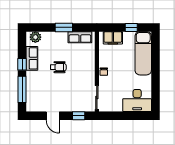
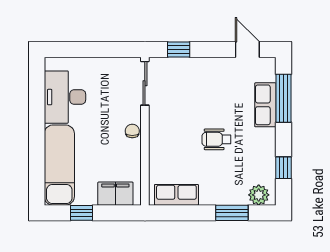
window: (64, 27) -> (232, 213), moved
row of seats: (32, 58) -> (265, 105), moved
window: (22, 64) -> (284, 168), moved
desk: (137, 100) -> (65, 97), moved, turned -90
door: (53, 116) -> (247, 50), moved

